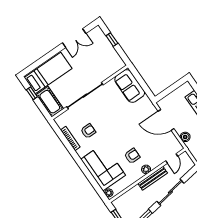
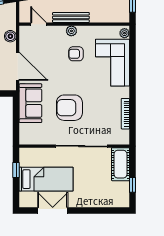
window: (112, 40) -> (16, 170), moved
bed: (48, 73) -> (46, 179), moved, turned 180
sofa: (130, 86) -> (30, 103), moved
armchair: (88, 131) -> (69, 108), moved, width x1.88, depth x1.88
door: (172, 158) -> (39, 24), hinge flipped

